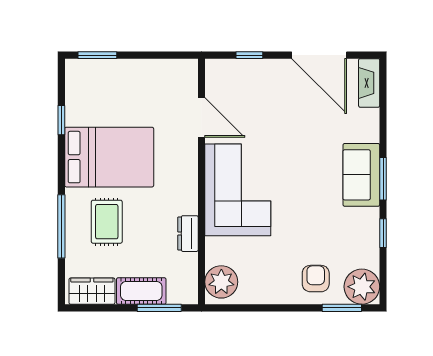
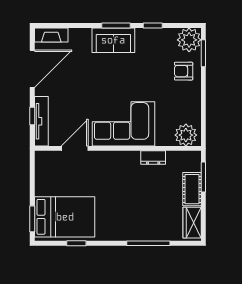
tv unit: (242, 68) -> (41, 121), added
bed: (109, 157) -> (65, 217), moved, turned 90
rug: (107, 222) -> (145, 213), removed

